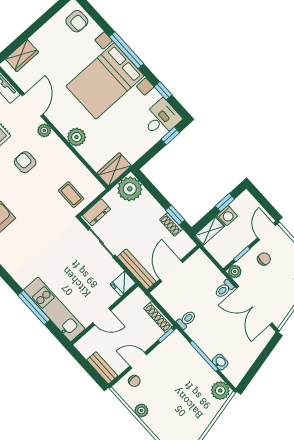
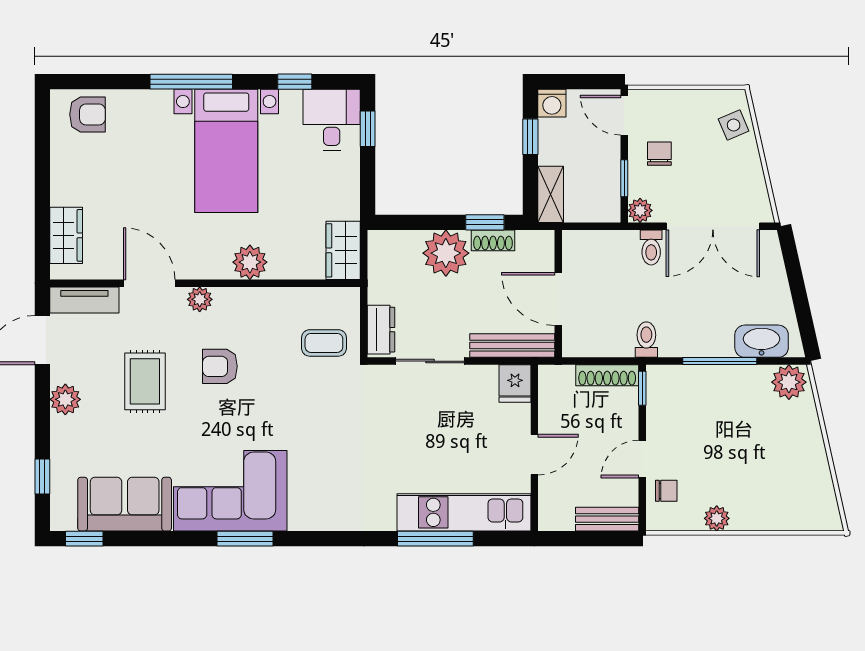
bed with nightstands: (105, 81) -> (226, 151), width x0.73
plant: (130, 189) -> (446, 253), moved
washing machine: (227, 216) -> (552, 103), moved, turned 90
washbasin: (220, 362) -> (762, 341), width x1.91, depth x1.45

